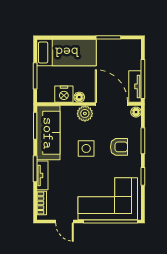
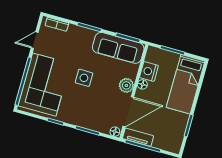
armchair: (119, 147) -> (88, 108), removed
side table: (86, 148) -> (84, 78), moved
tv unit: (42, 175) -> (81, 32), removed

